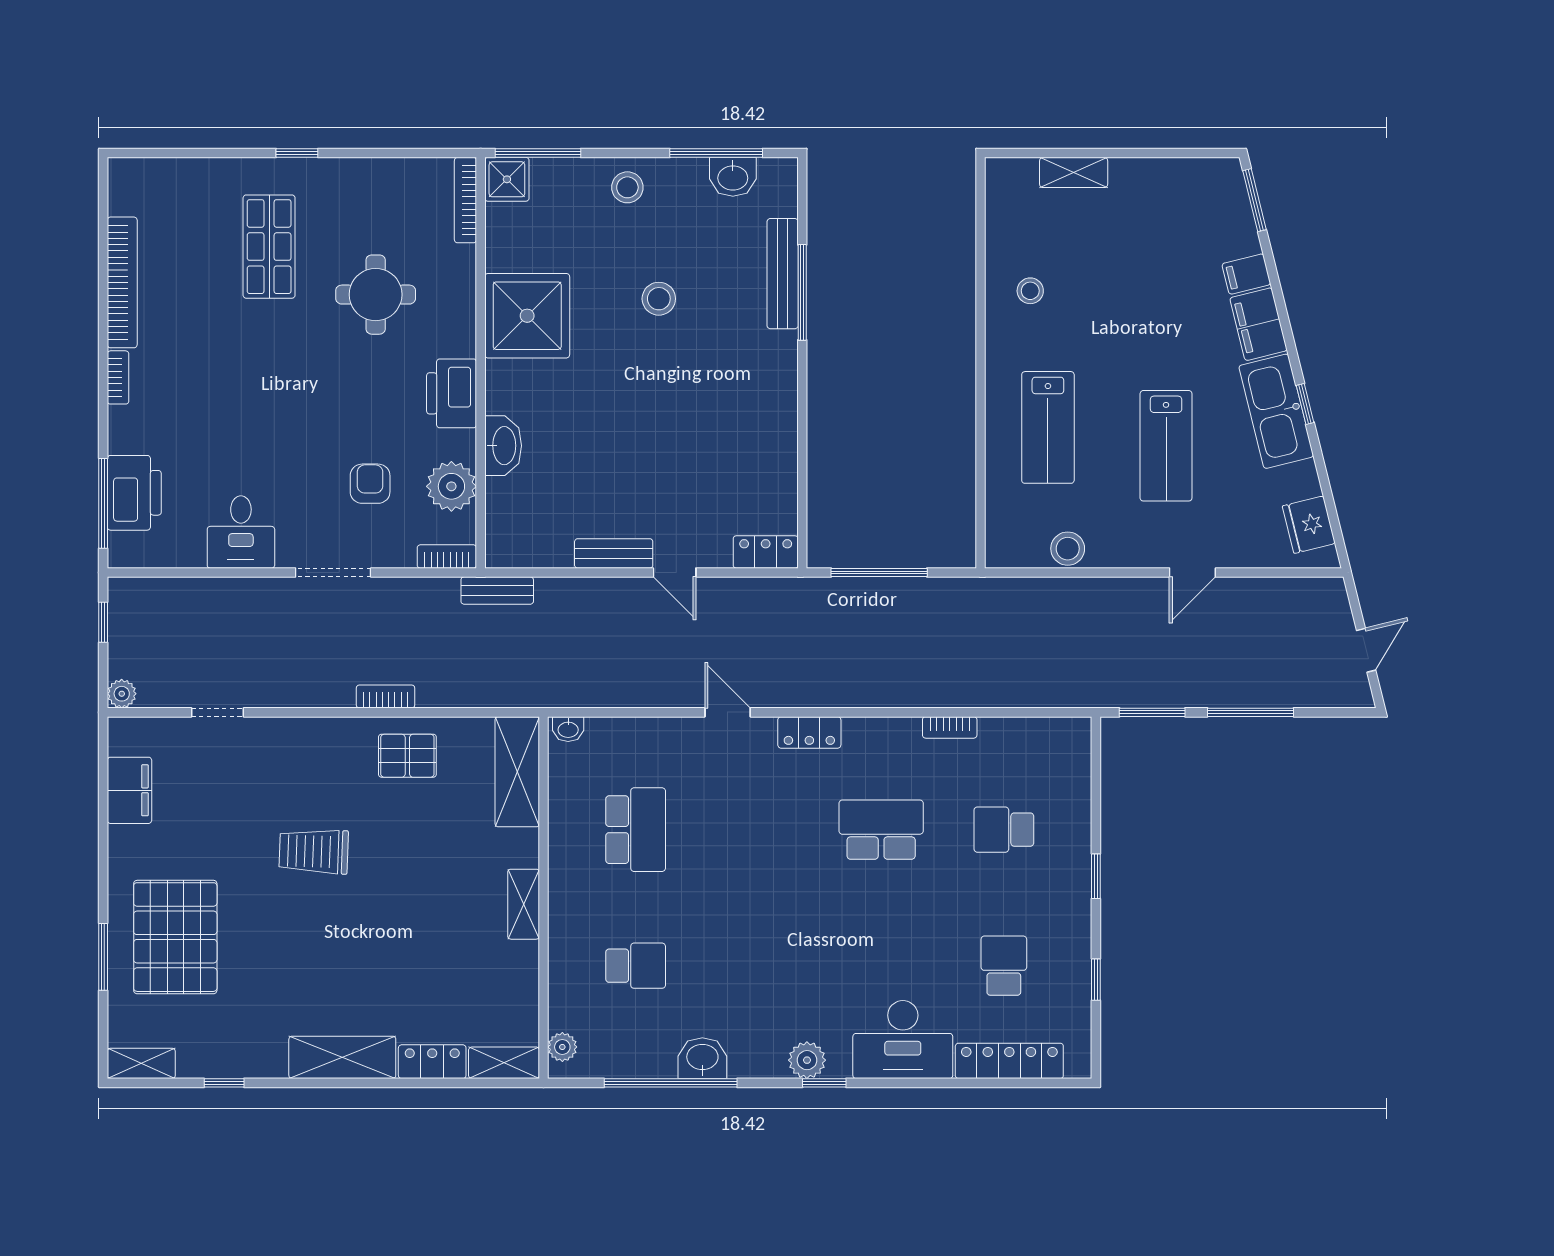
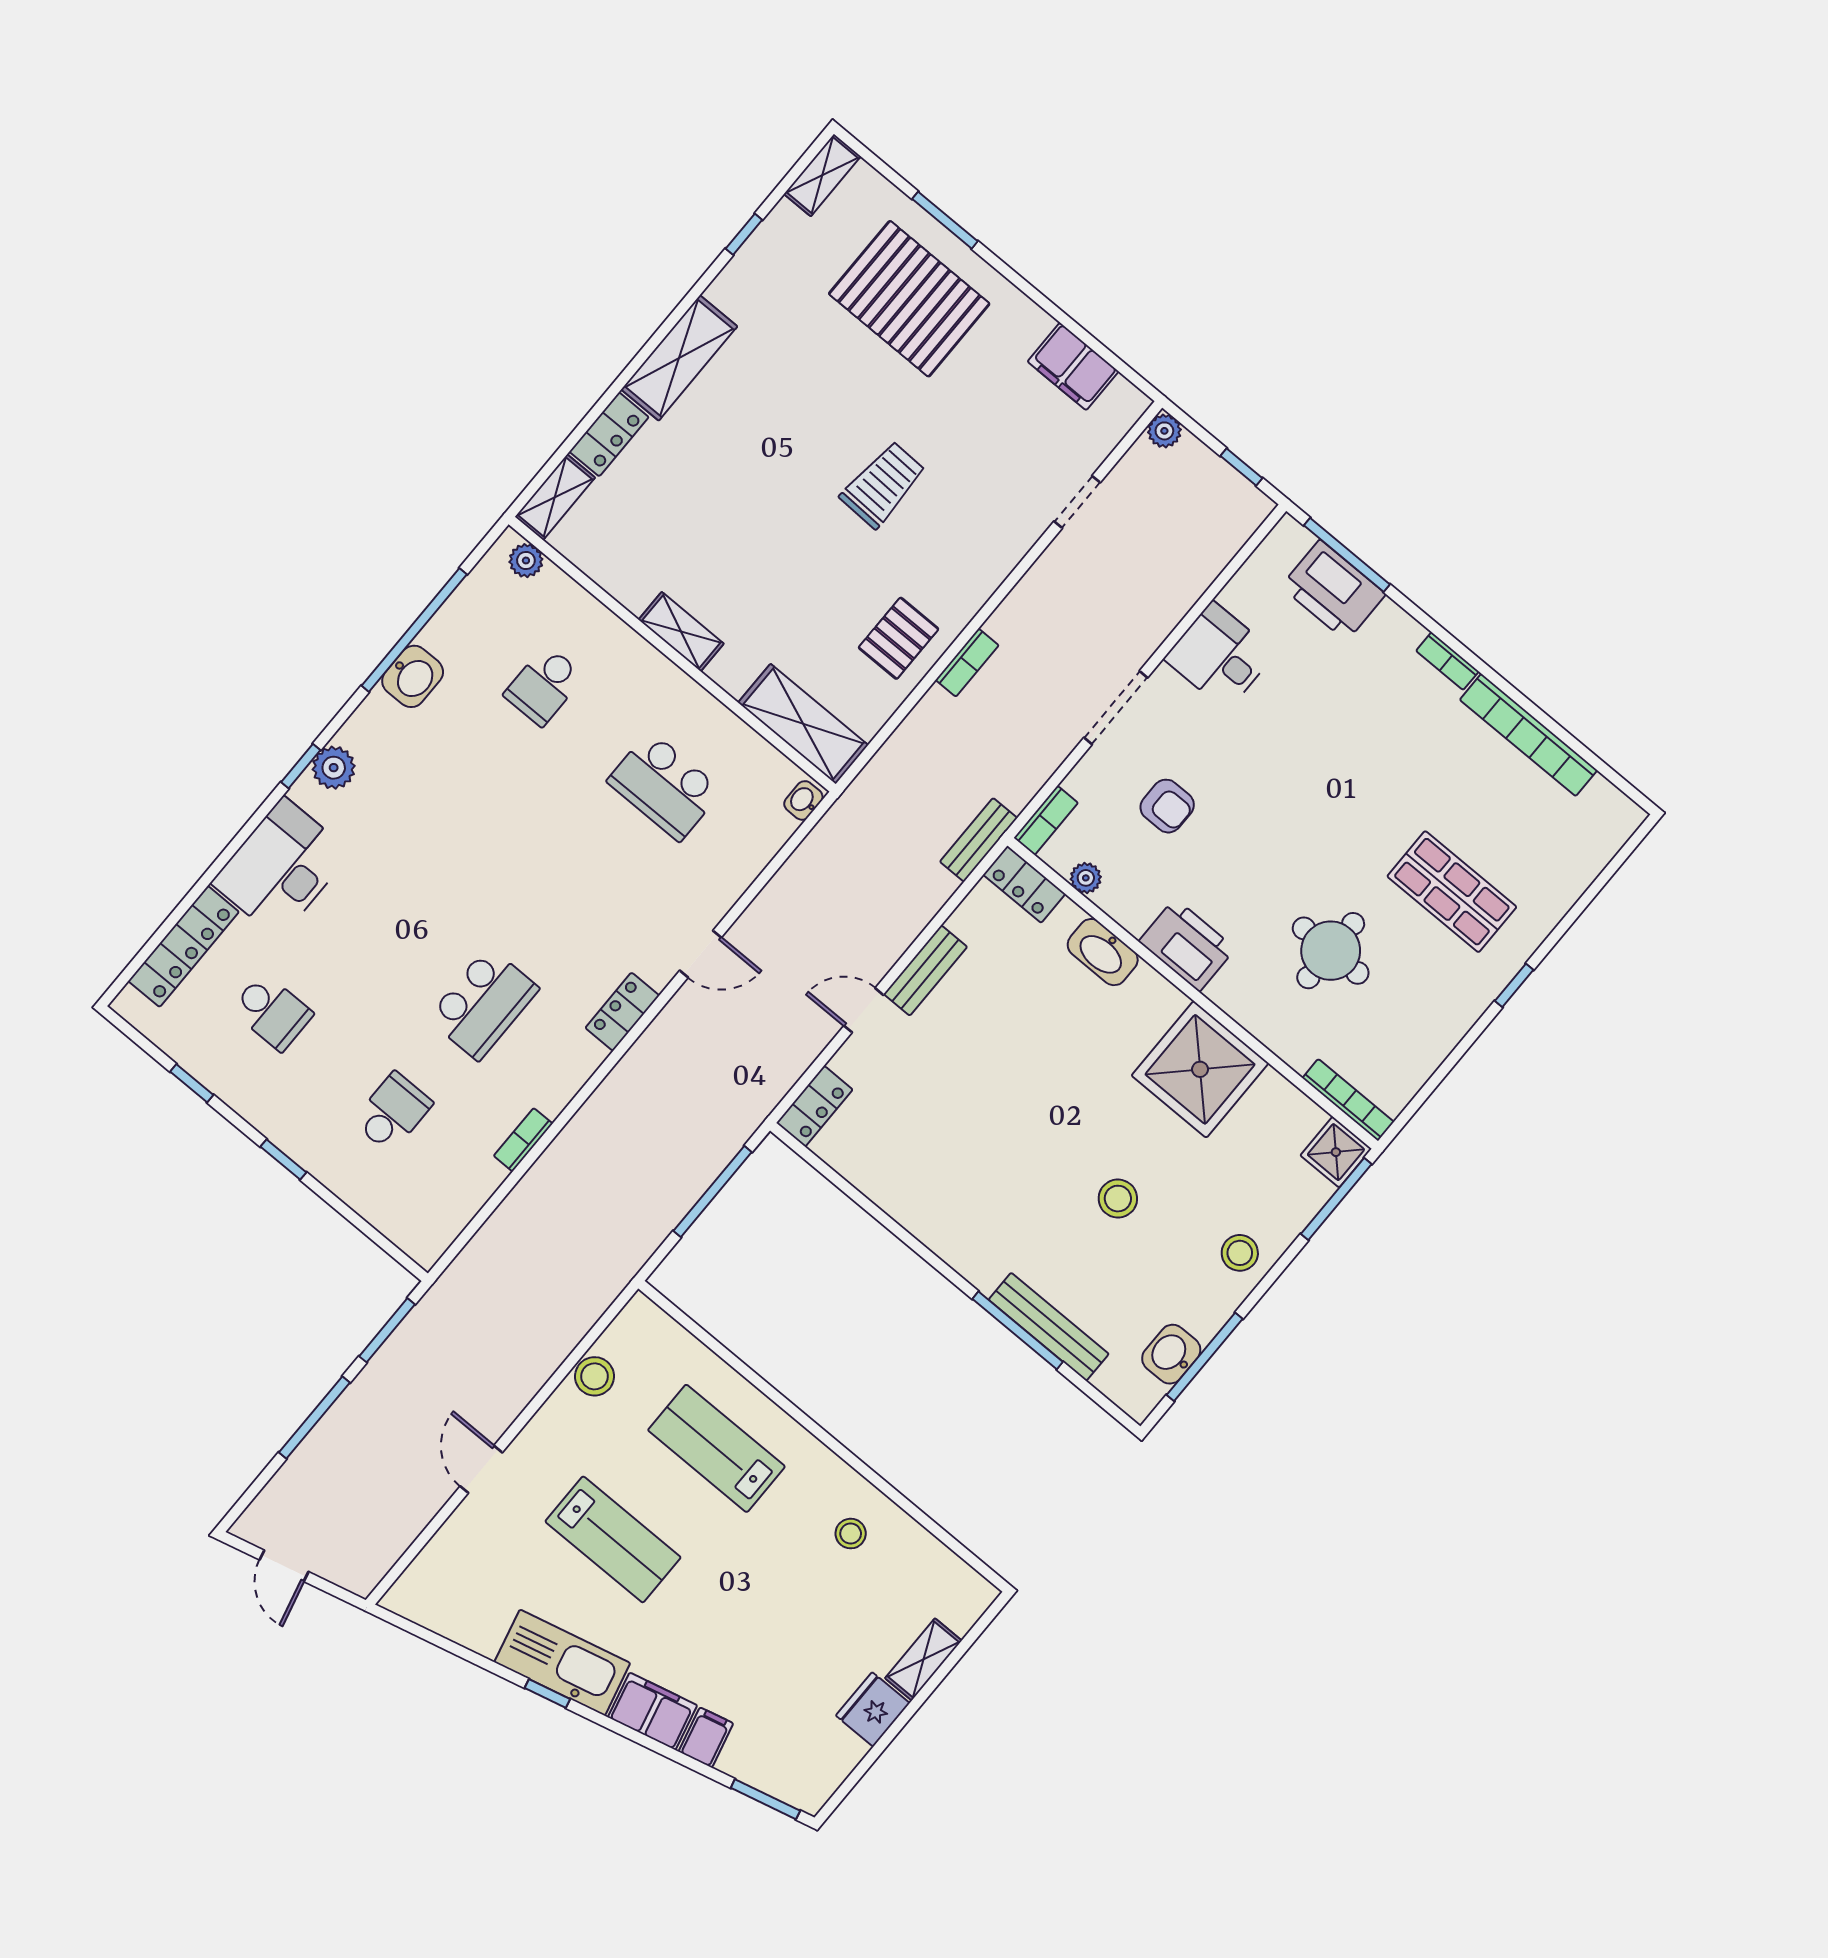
lab bench: (1166, 446) -> (613, 1539), turned 180
plant: (451, 486) -> (1086, 878), width x0.53, depth x0.53
fridge: (1309, 525) -> (873, 1709), moved, turned -76
locker: (501, 535) -> (1024, 884), added

